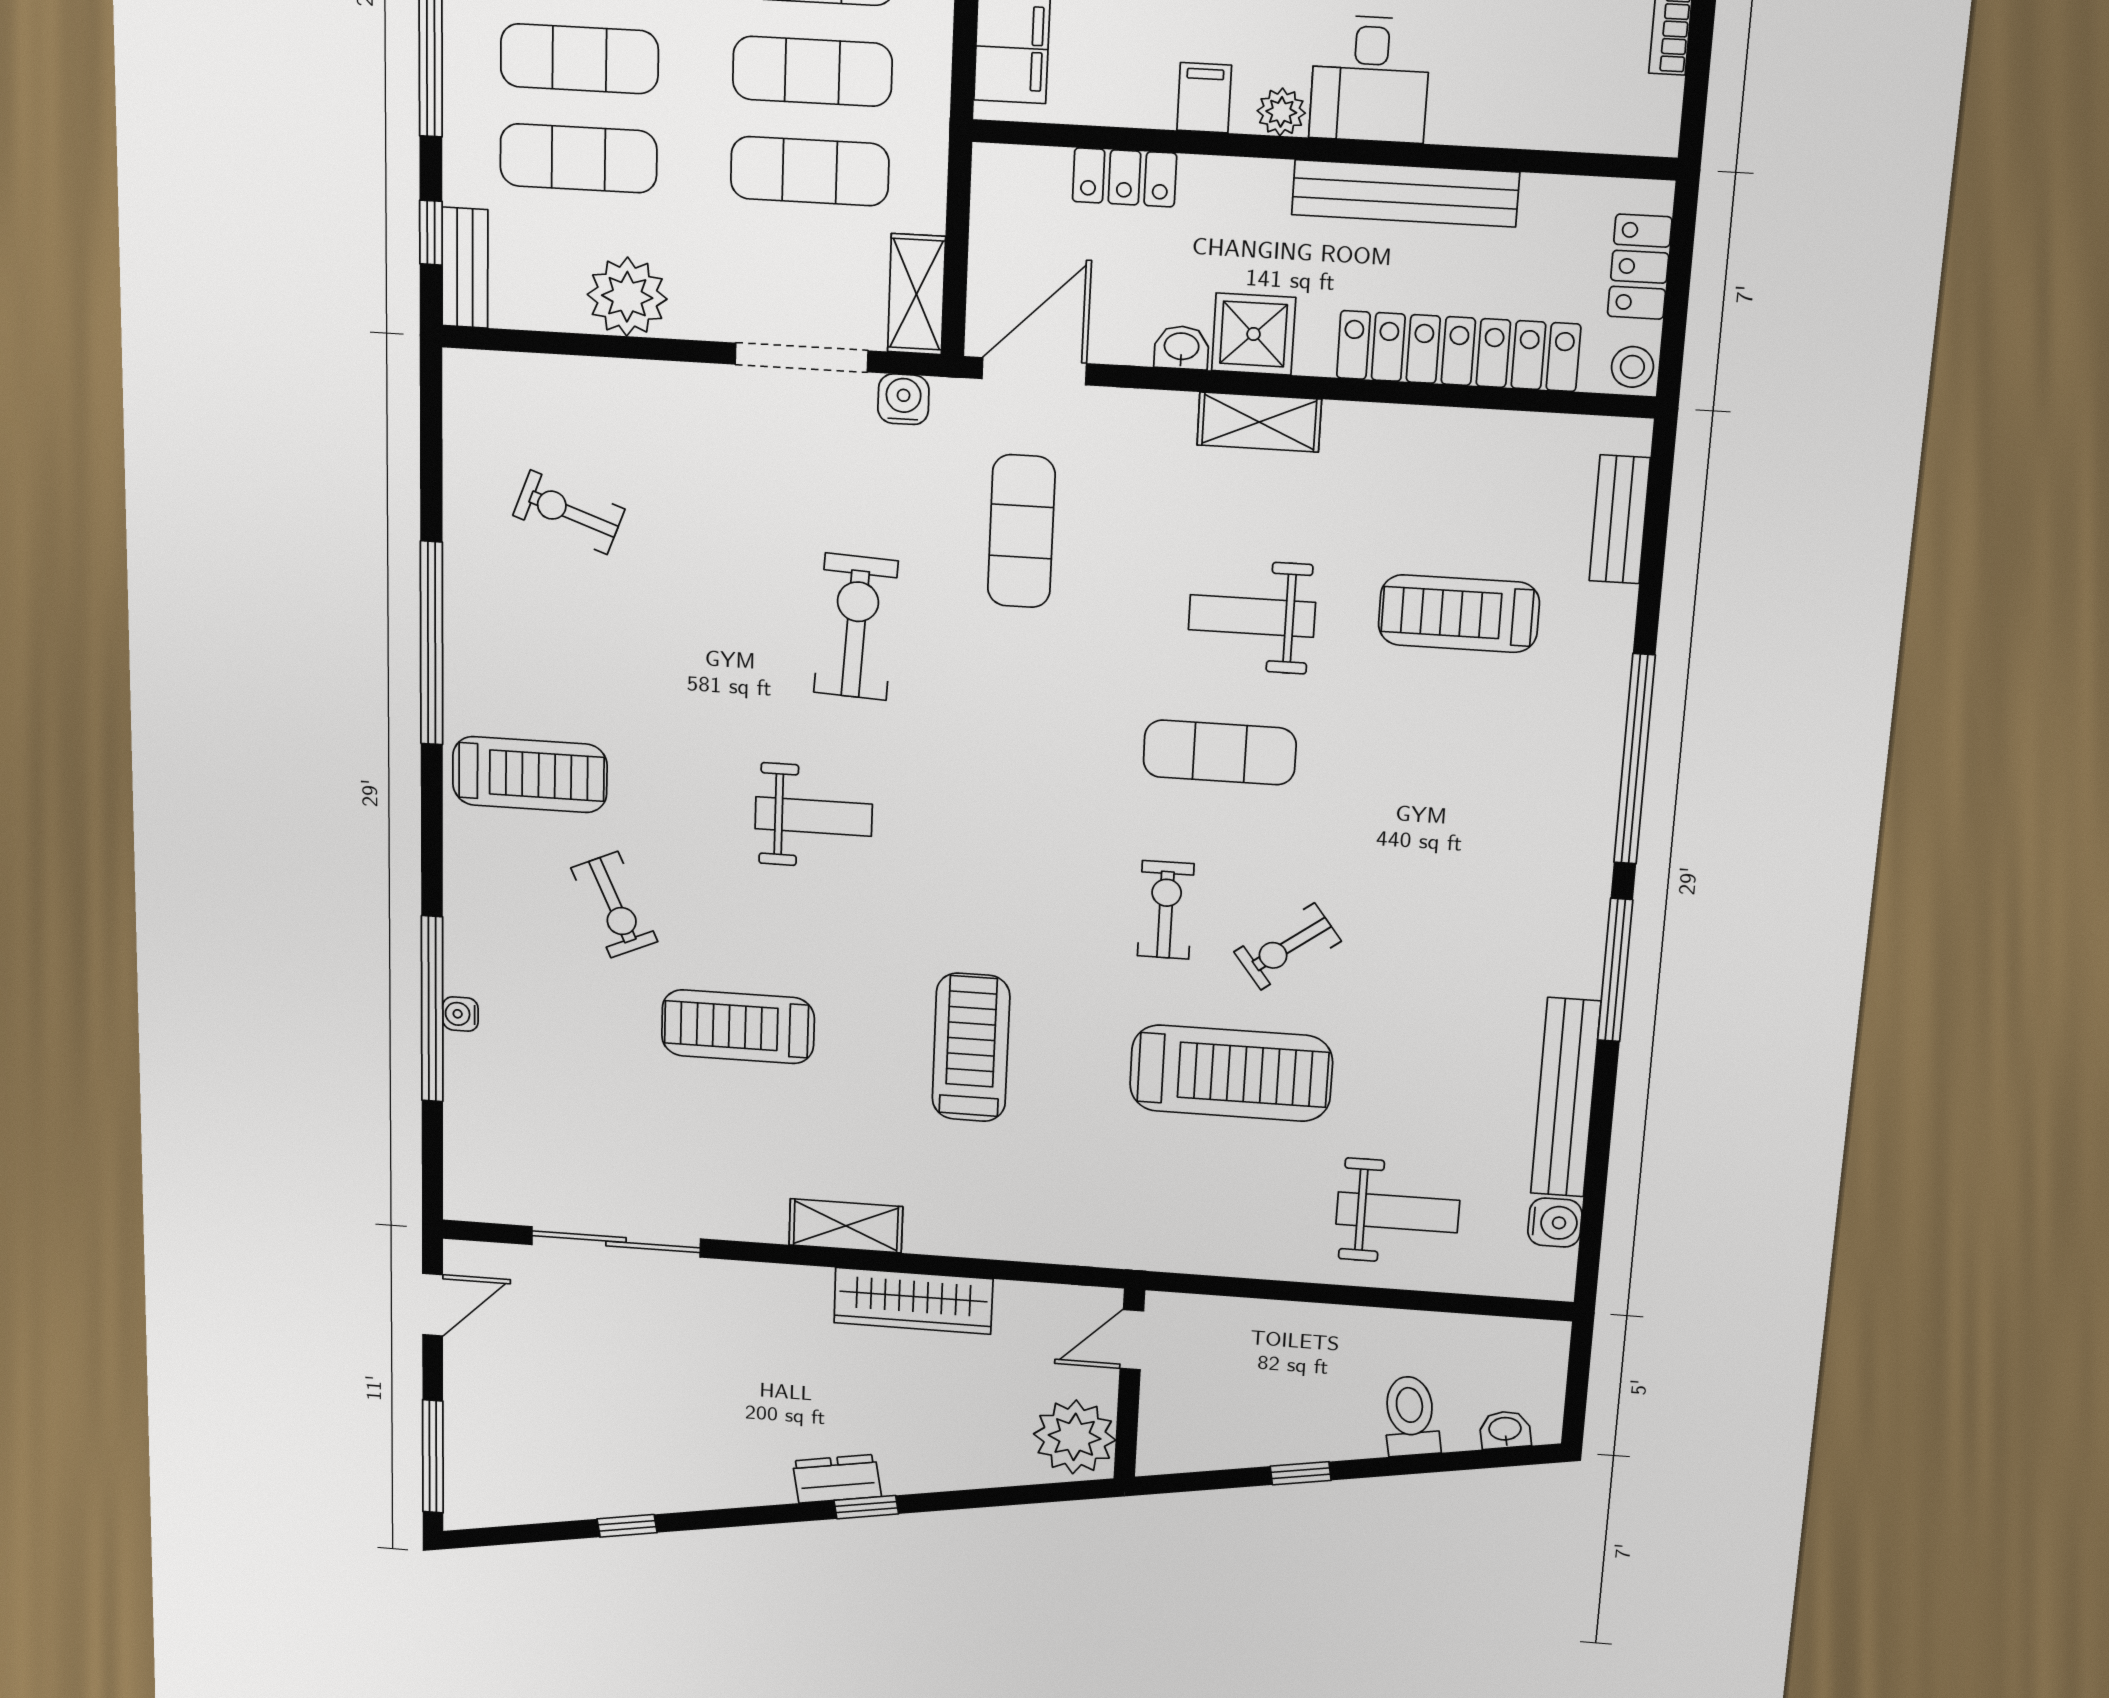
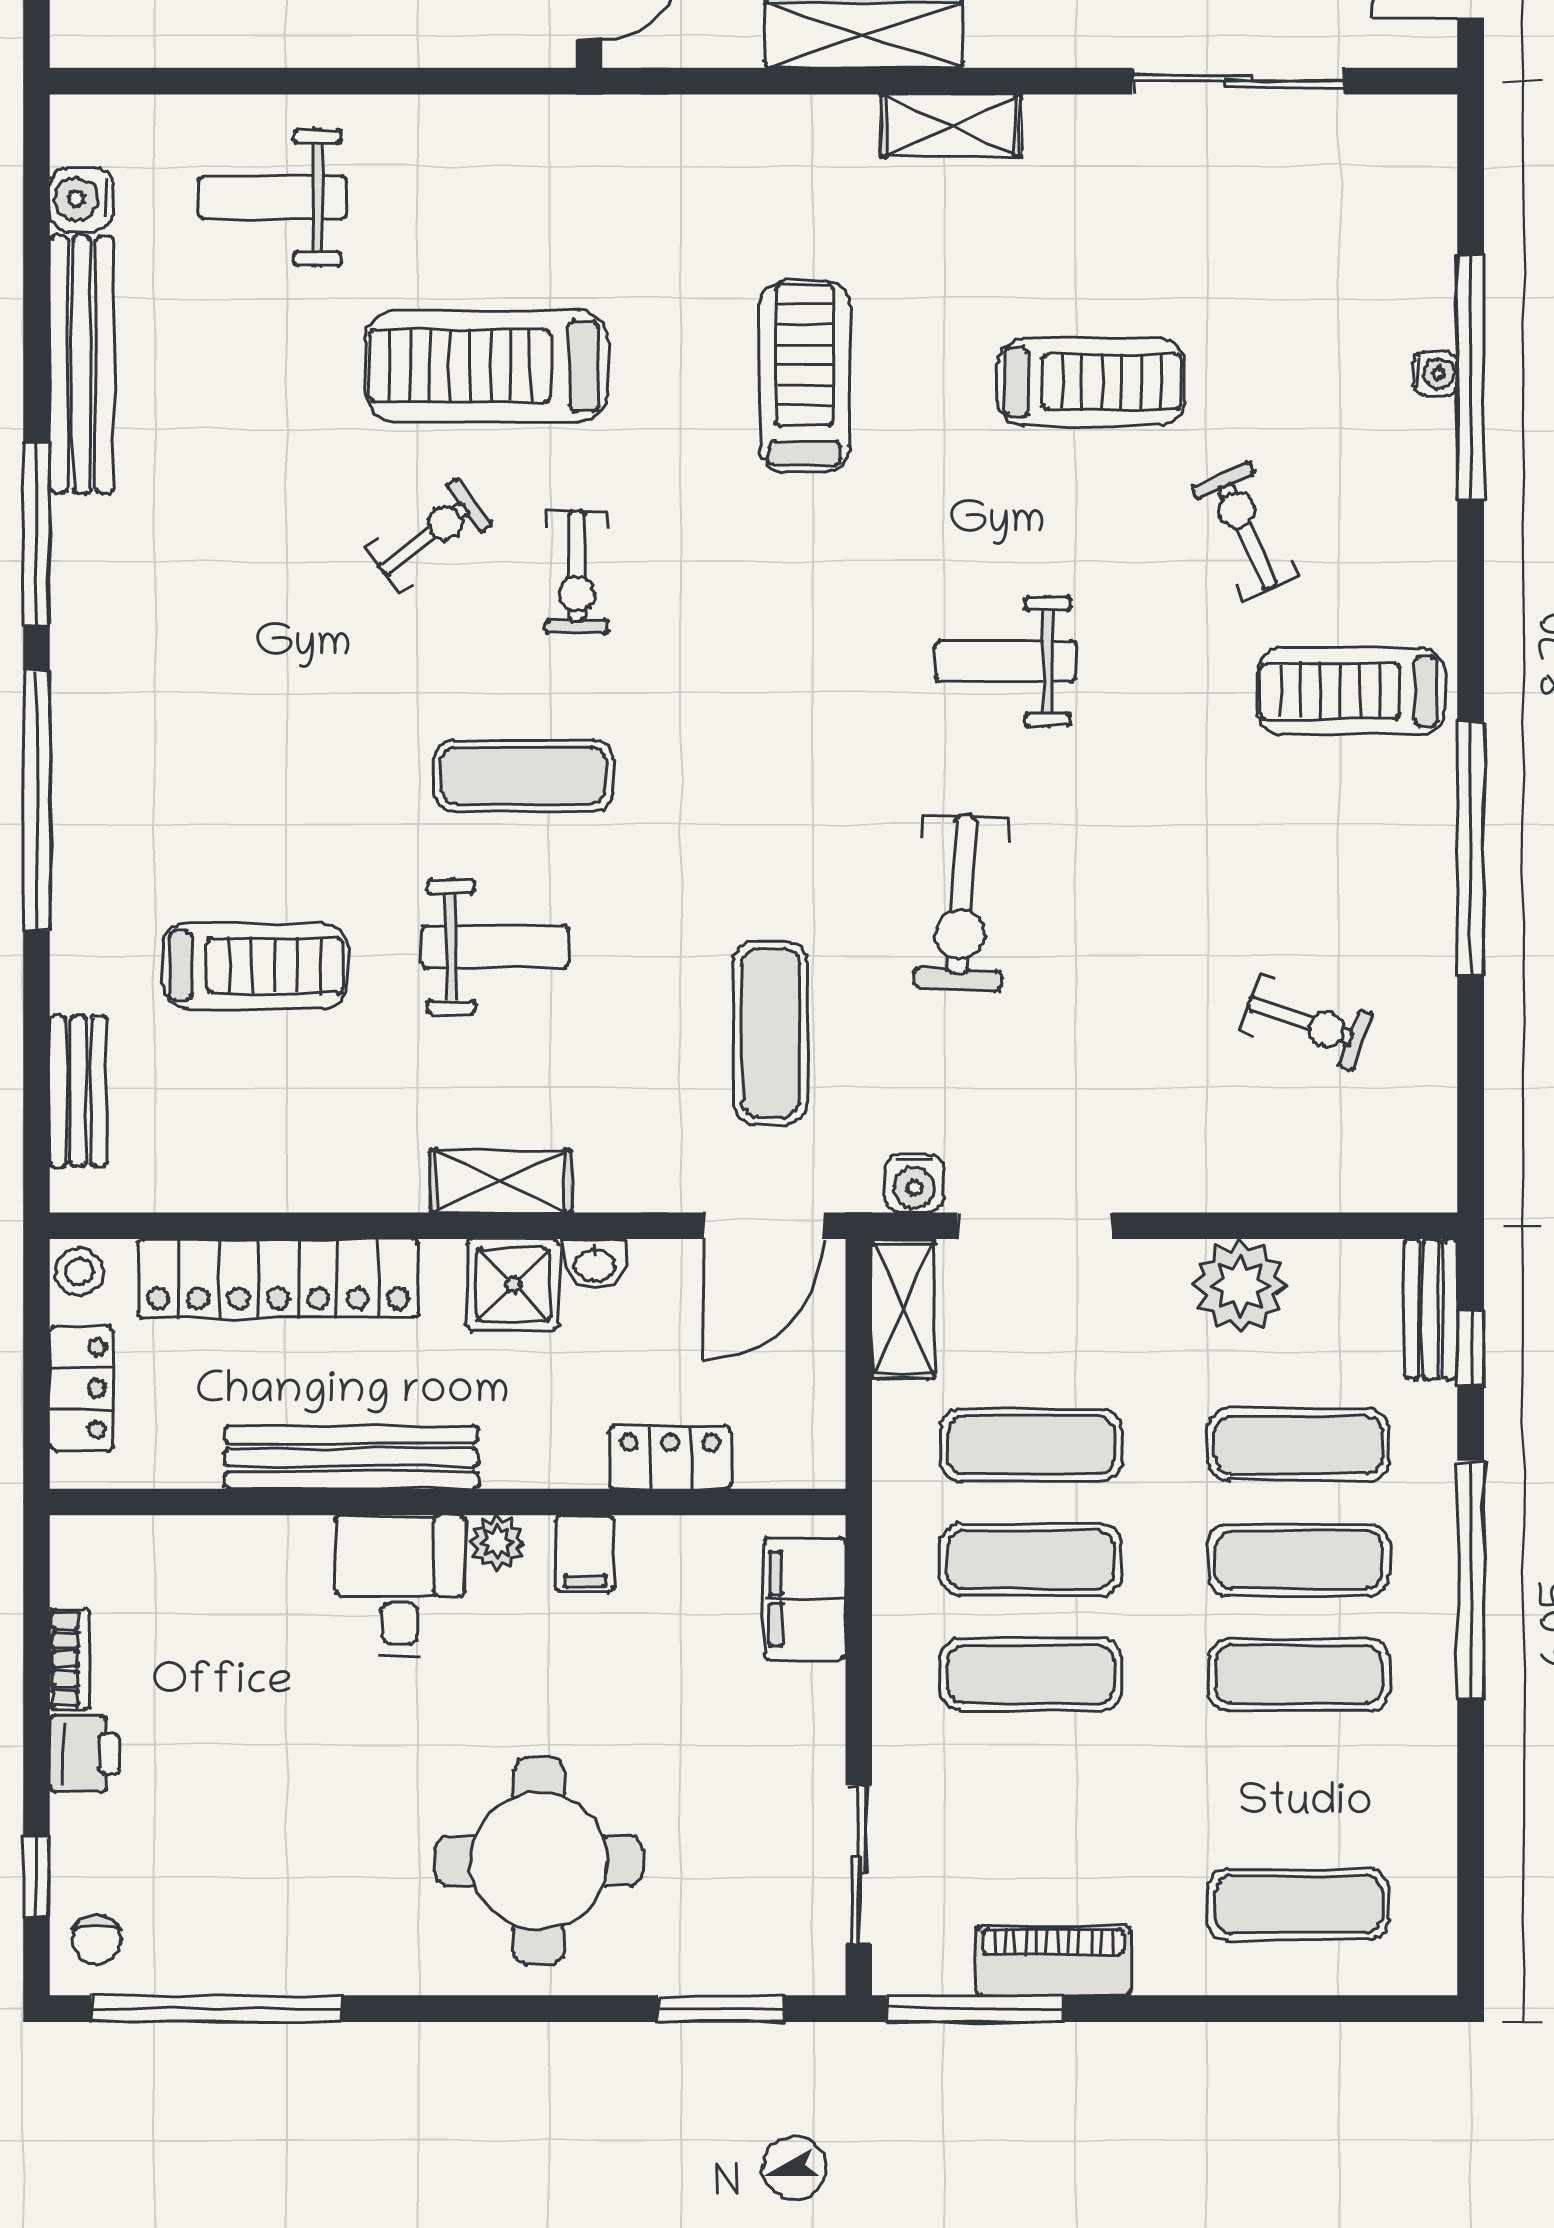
treadmill: (971, 1047) -> (805, 376), turned 180

